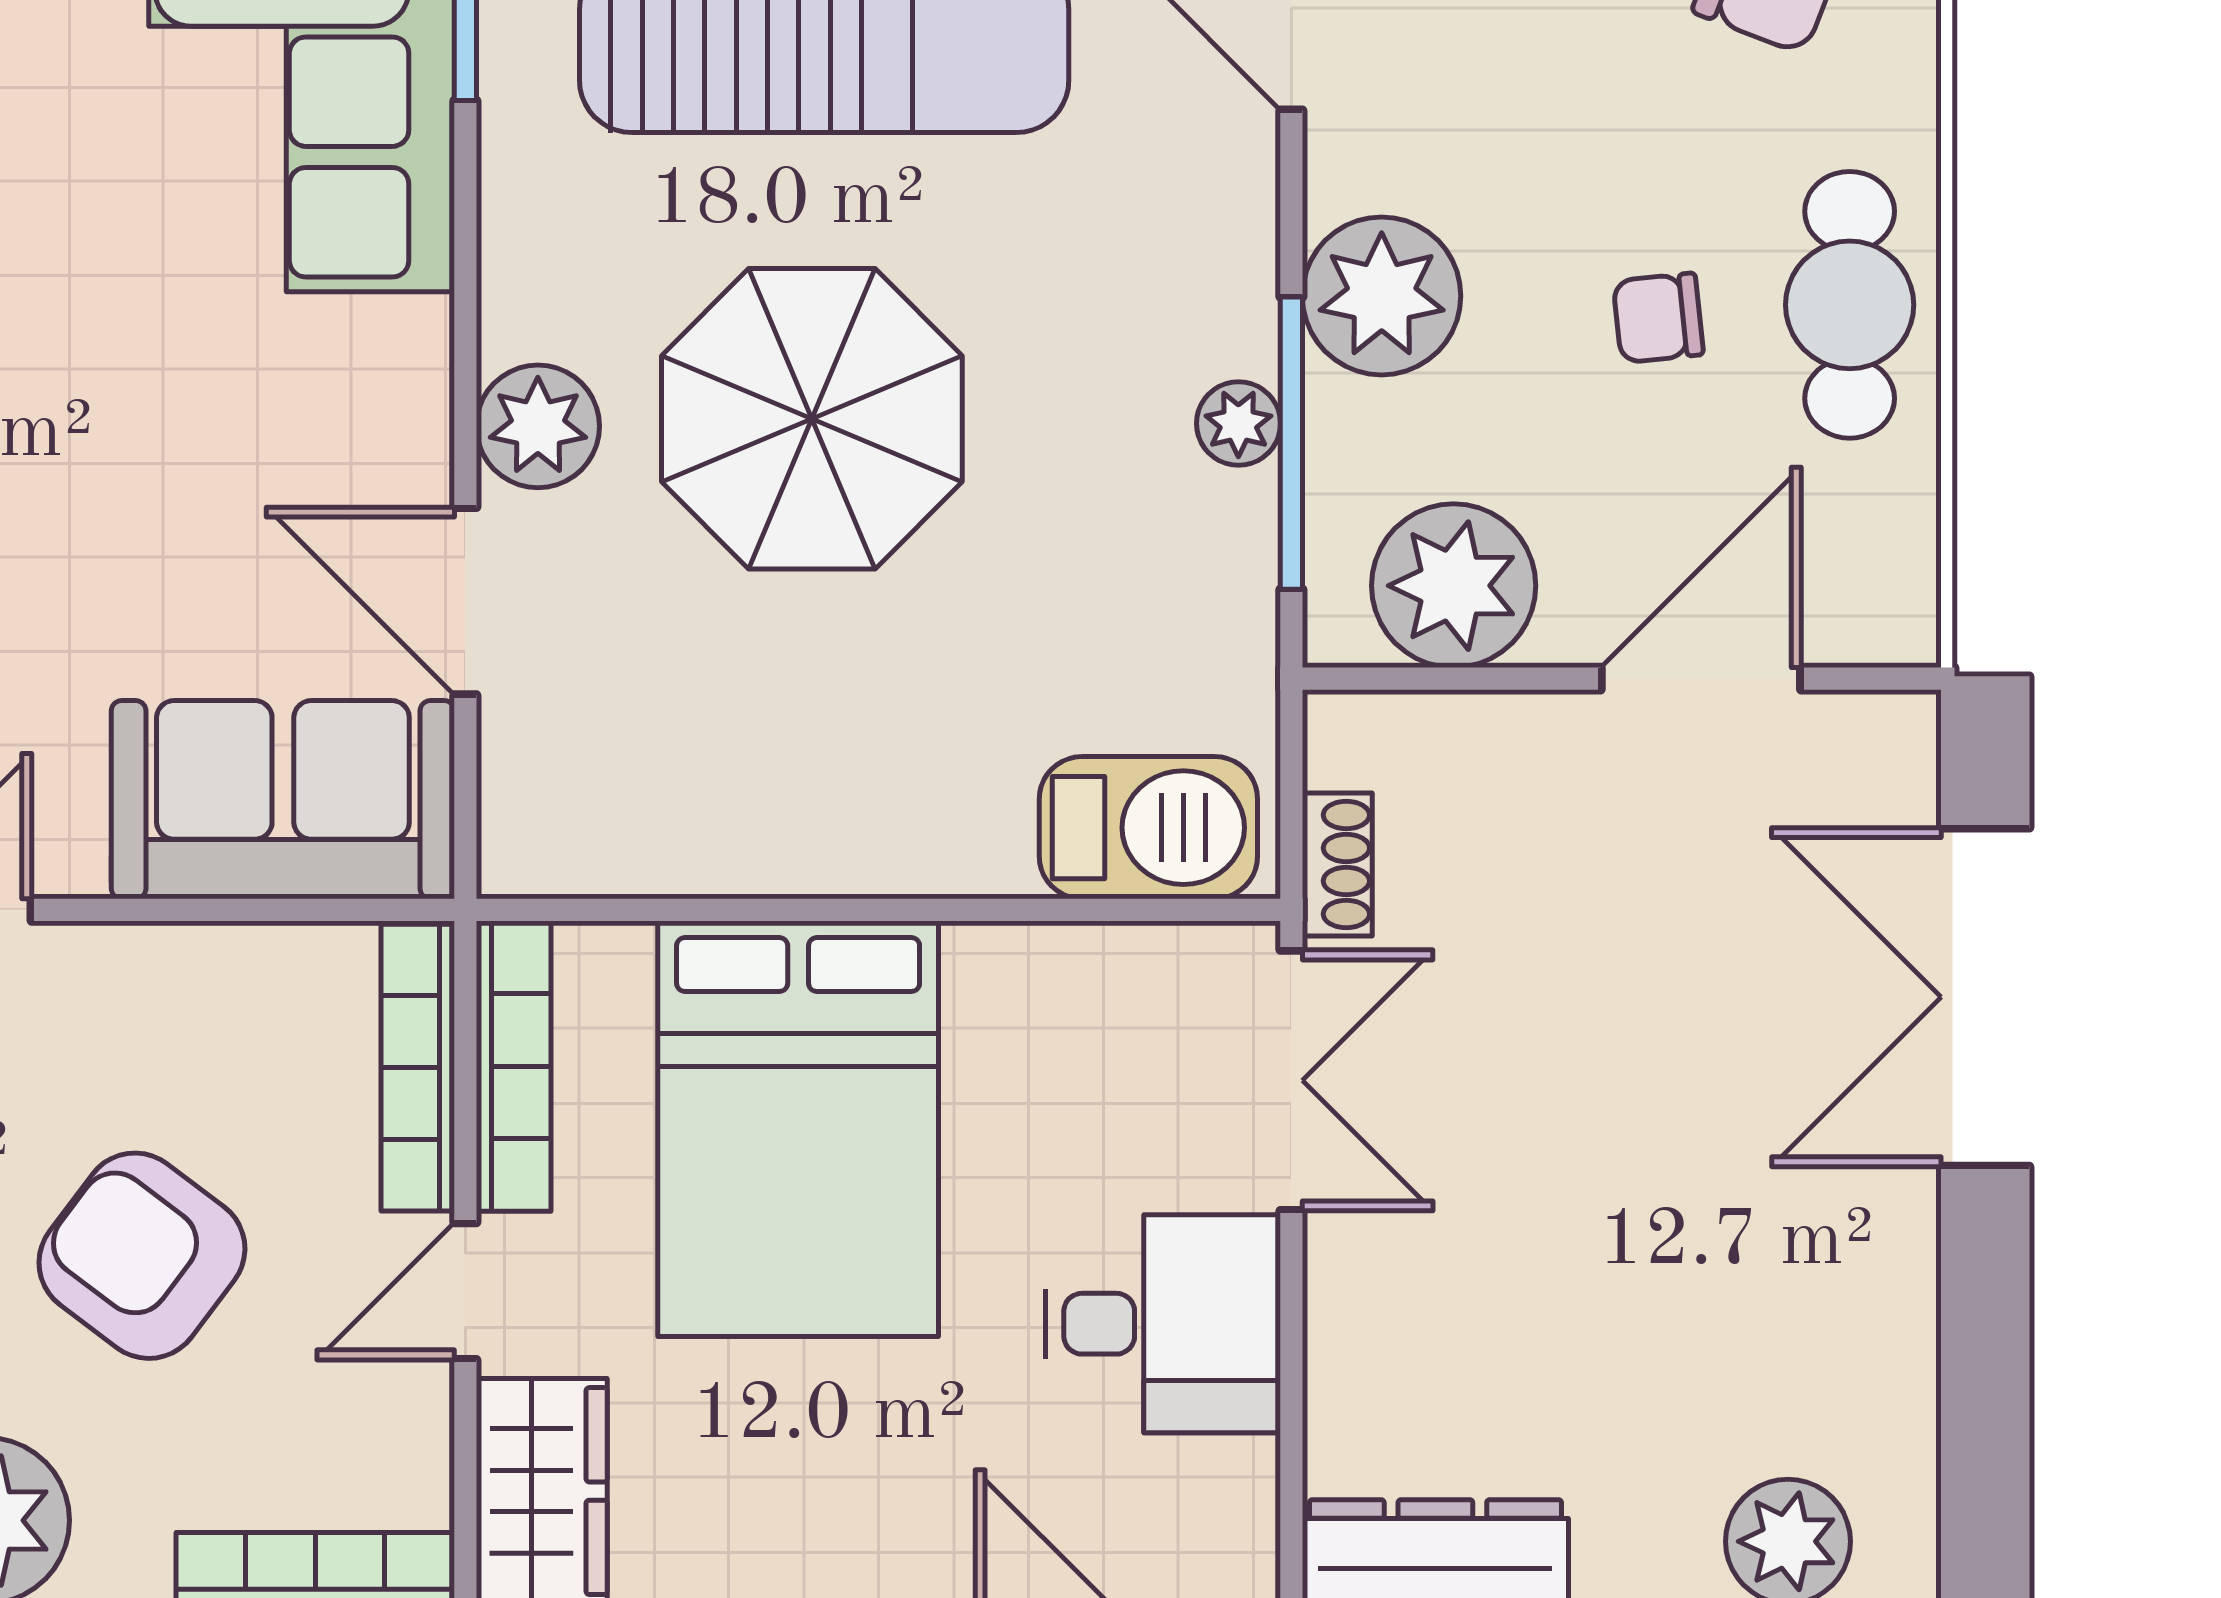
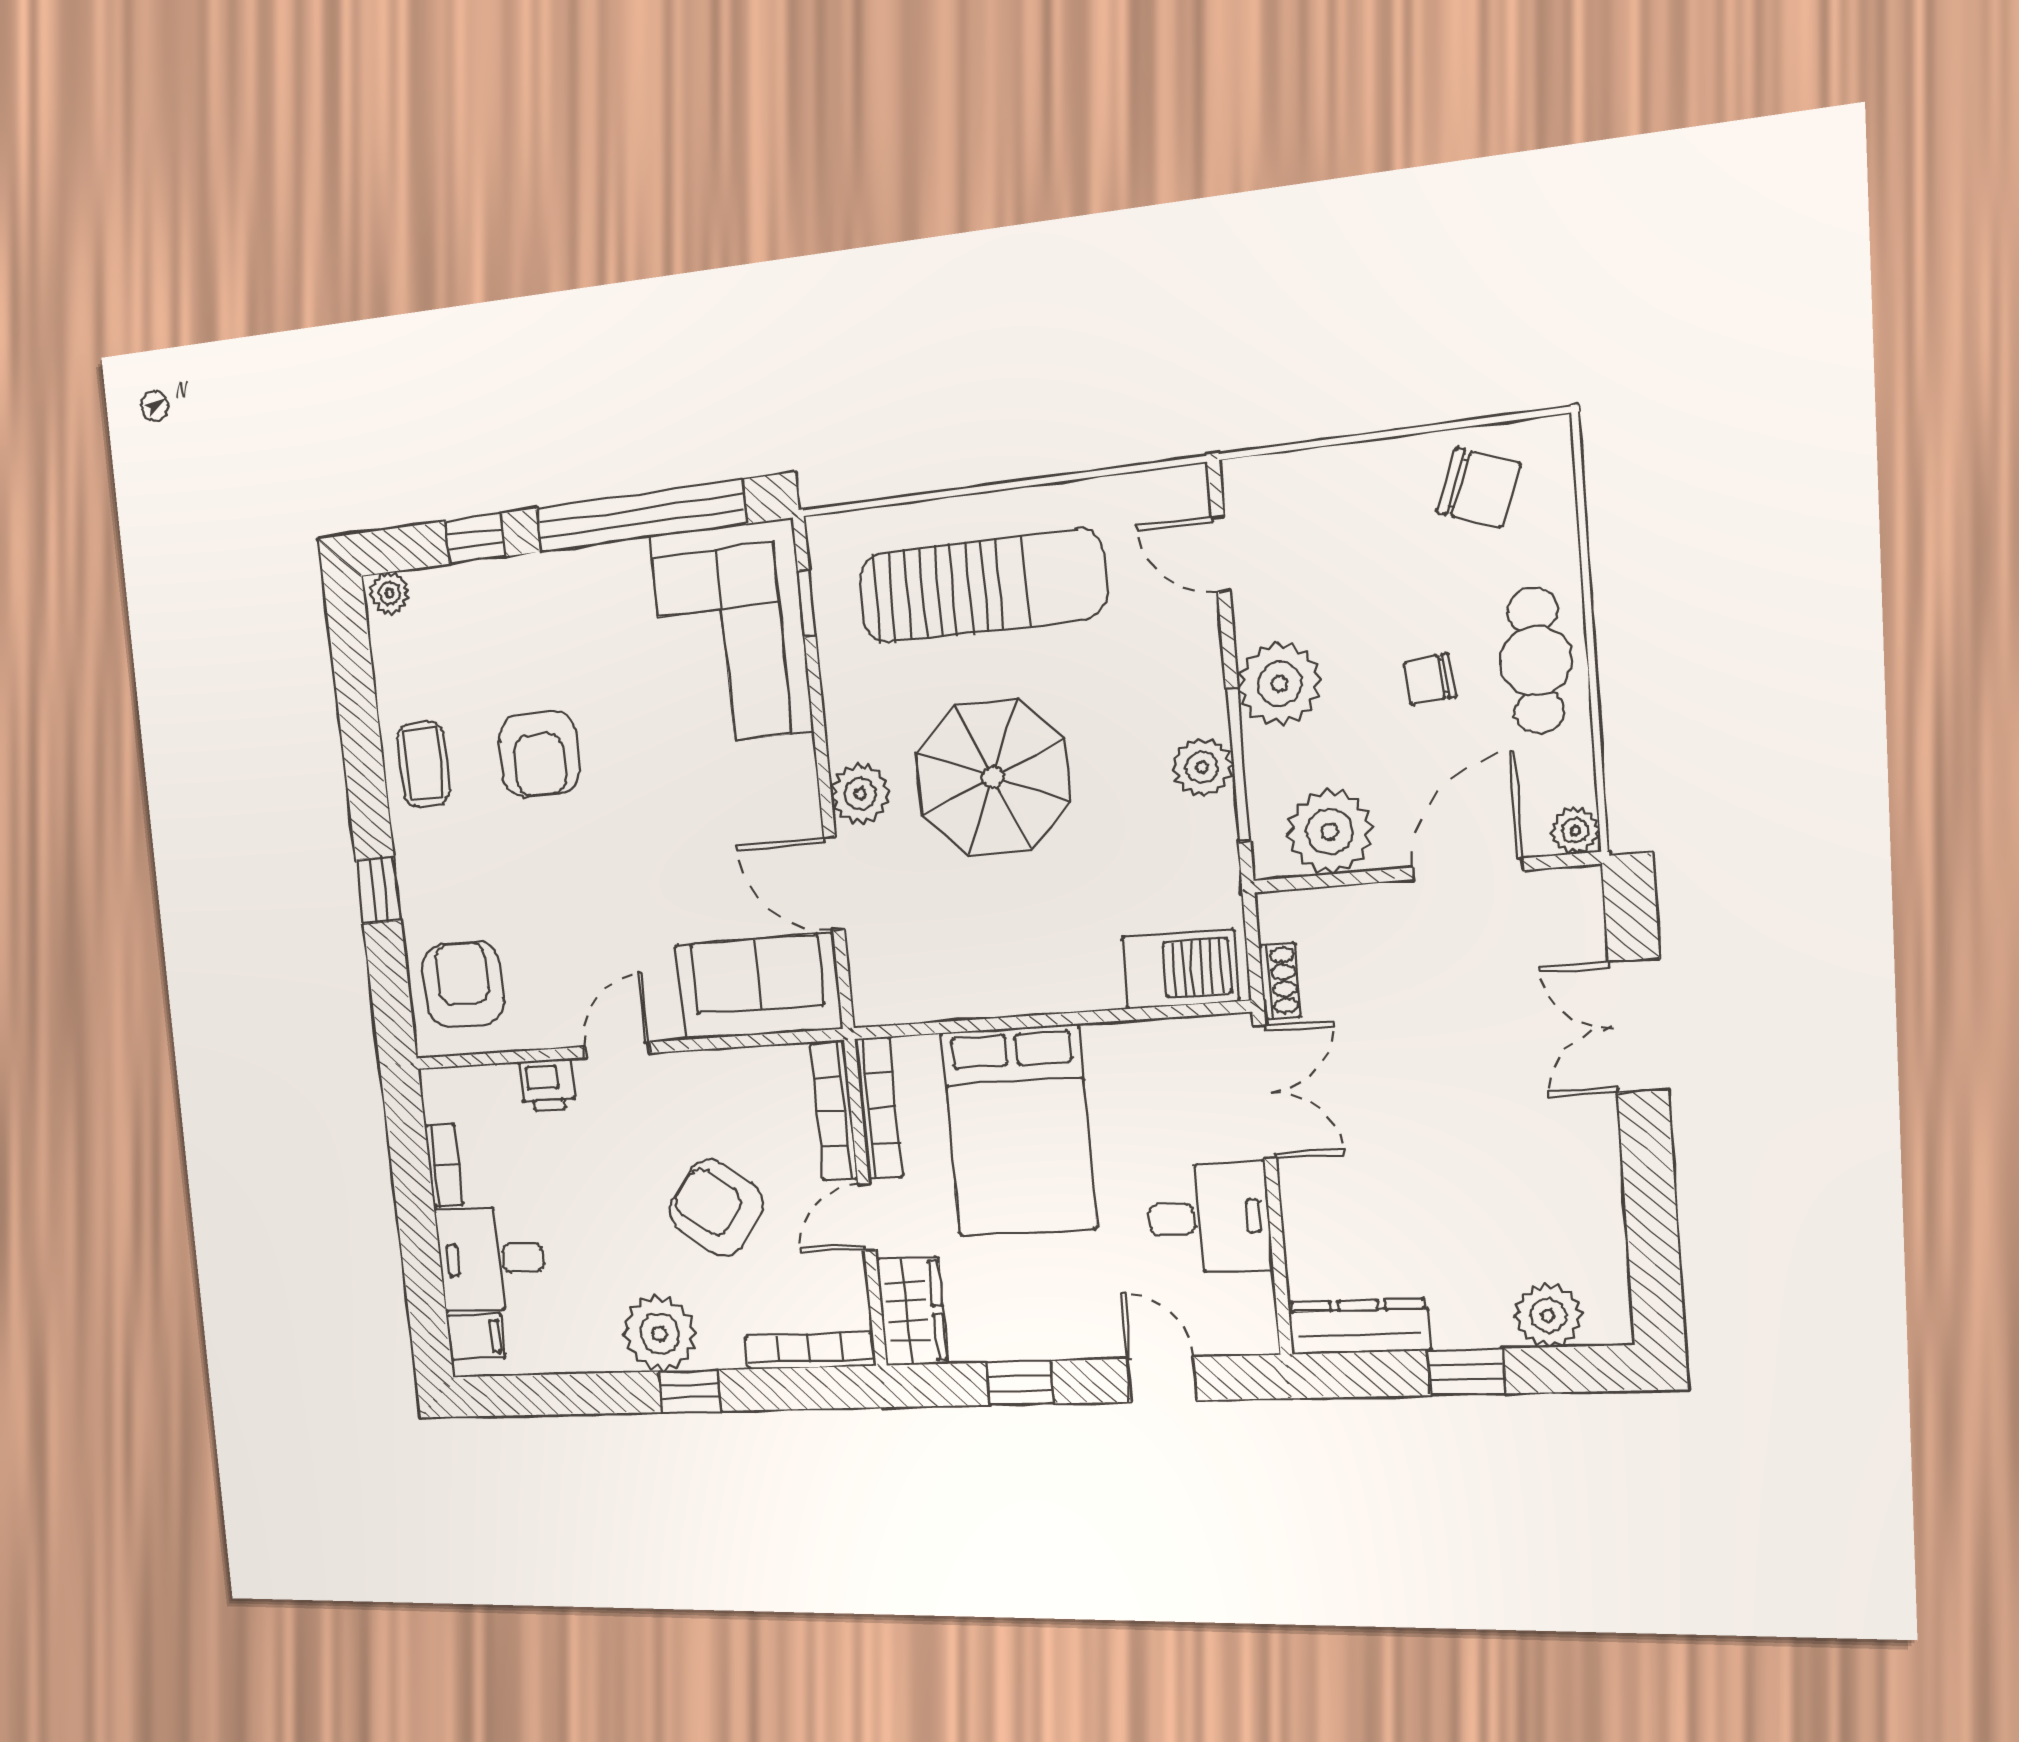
plant: (1238, 423) -> (1202, 767), width x1.38, depth x1.38
plant: (1898, 624) -> (1575, 831), added
double door: (1985, 997) -> (1638, 1026), width x0.73

